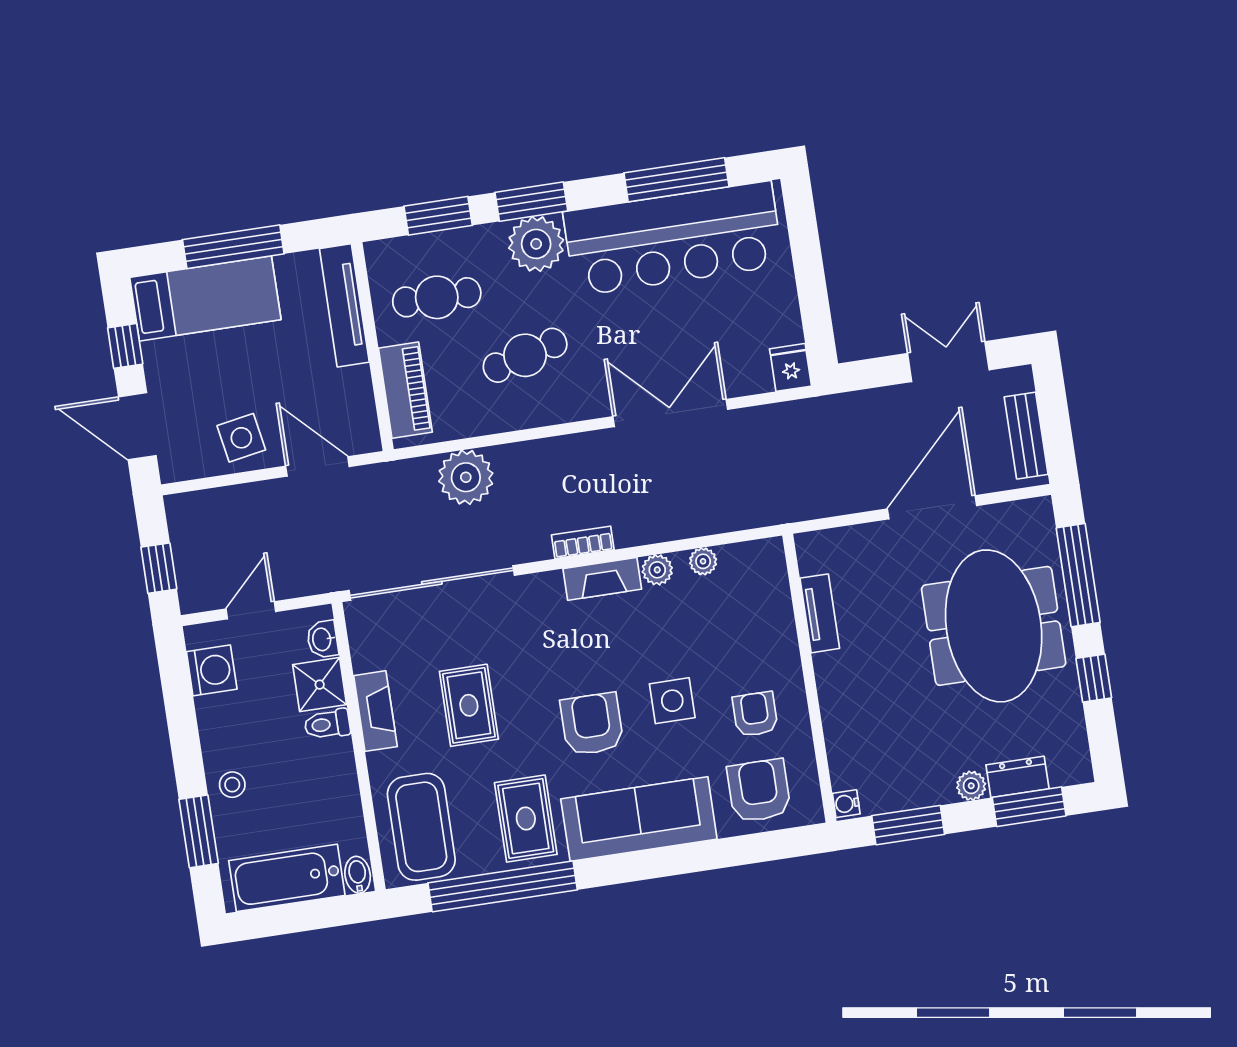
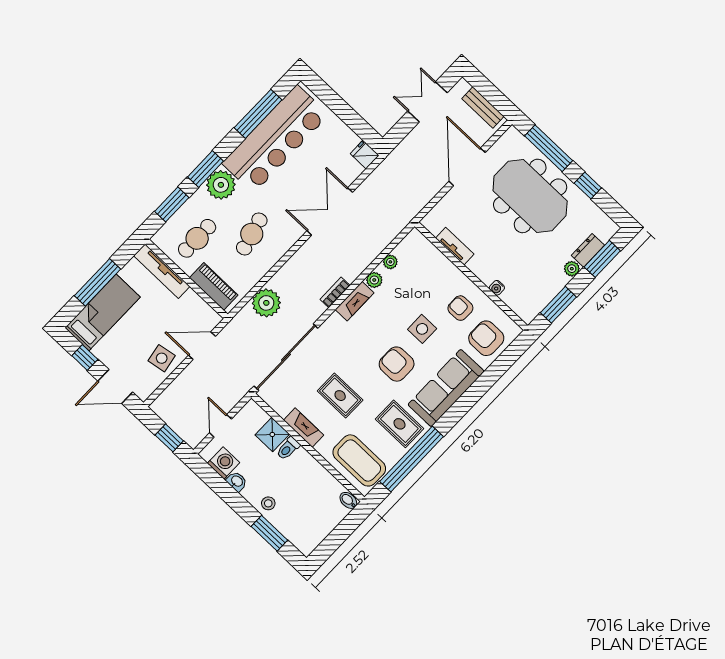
washbasin: (322, 639) -> (237, 481), moved, turned 180
water cooler: (846, 804) -> (497, 288), moved
bathtub: (287, 878) -> (320, 524), removed

